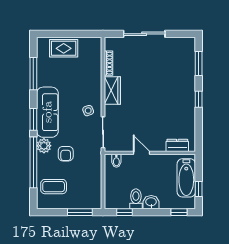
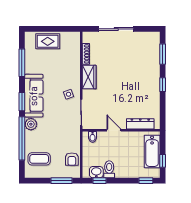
dresser: (177, 145) -> (140, 124), width x1.44
armchair: (66, 154) -> (72, 159), moved
washbasin: (151, 202) -> (96, 172), moved

